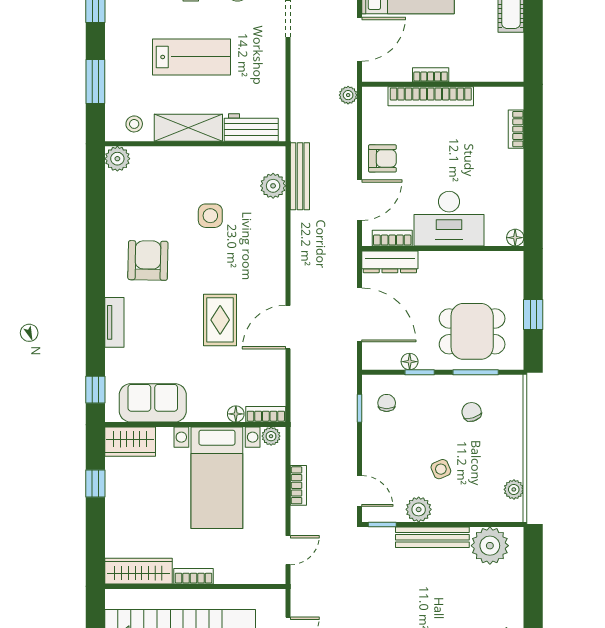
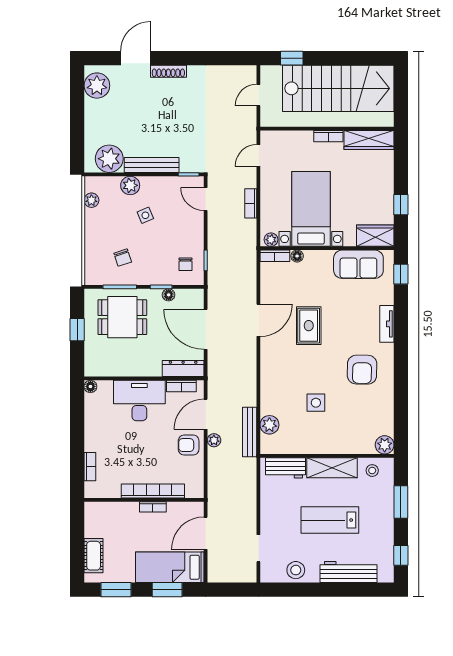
plant: (348, 95) -> (214, 440), moved
plant: (419, 509) -> (130, 185), moved

